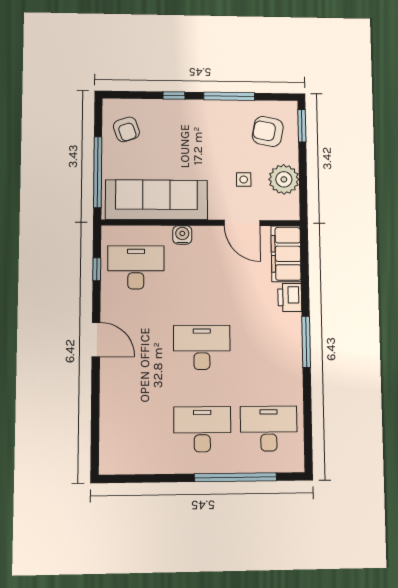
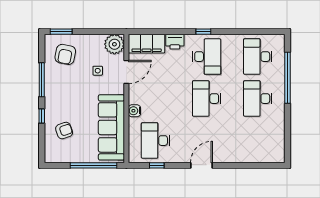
armchair: (126, 129) -> (64, 131), moved
plant: (284, 179) -> (114, 44), moved
window: (306, 342) -> (203, 32), width x0.46
desk: (268, 347) -> (207, 57), added

